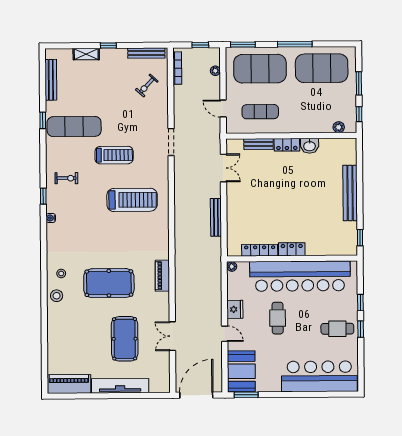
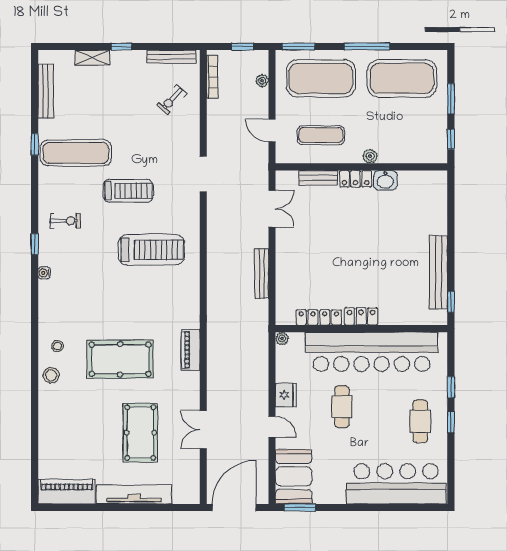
plant: (339, 127) -> (370, 156), moved
bench: (350, 193) -> (438, 272), moved
cafe table: (337, 329) -> (420, 421), turned 90

